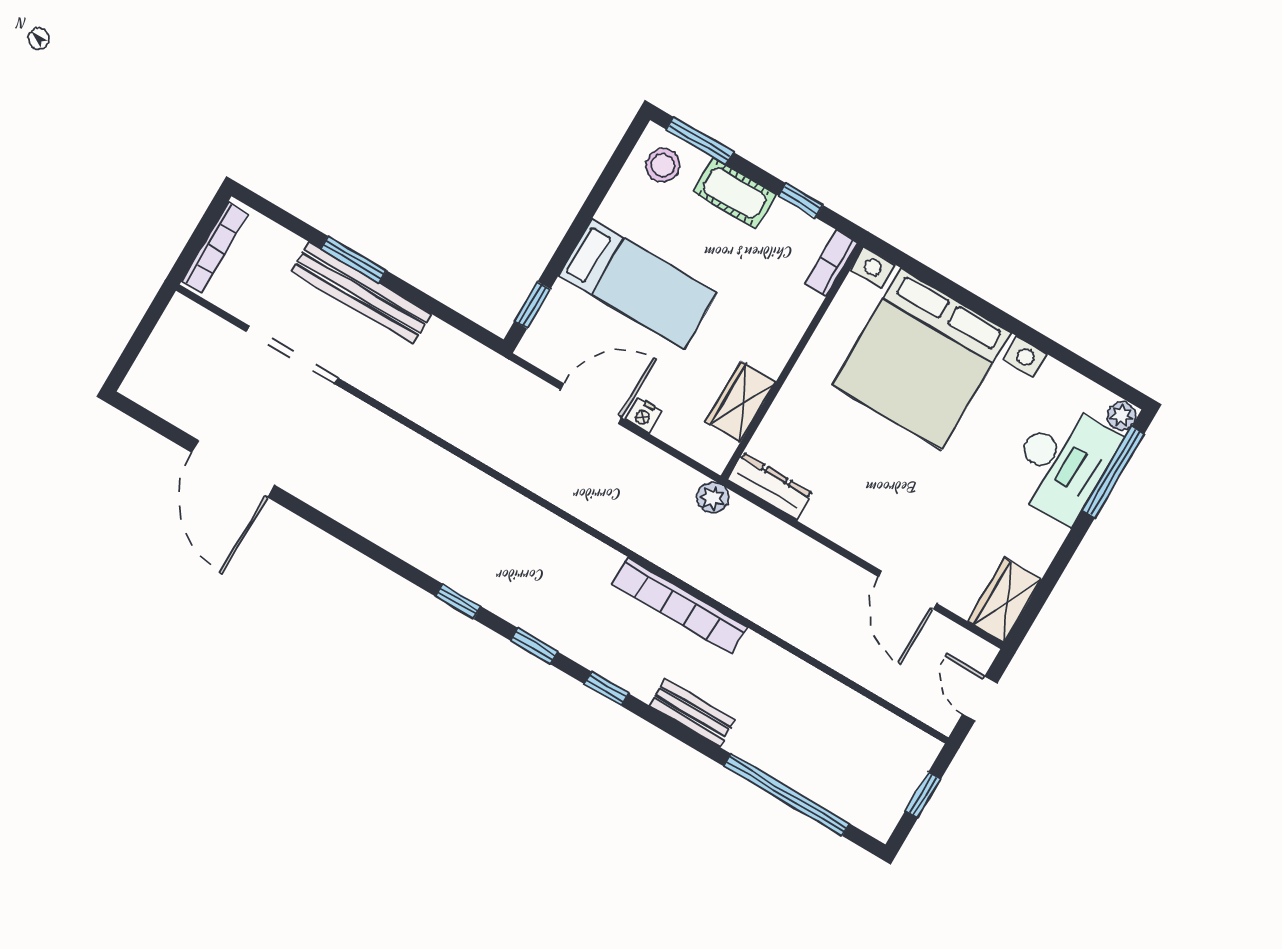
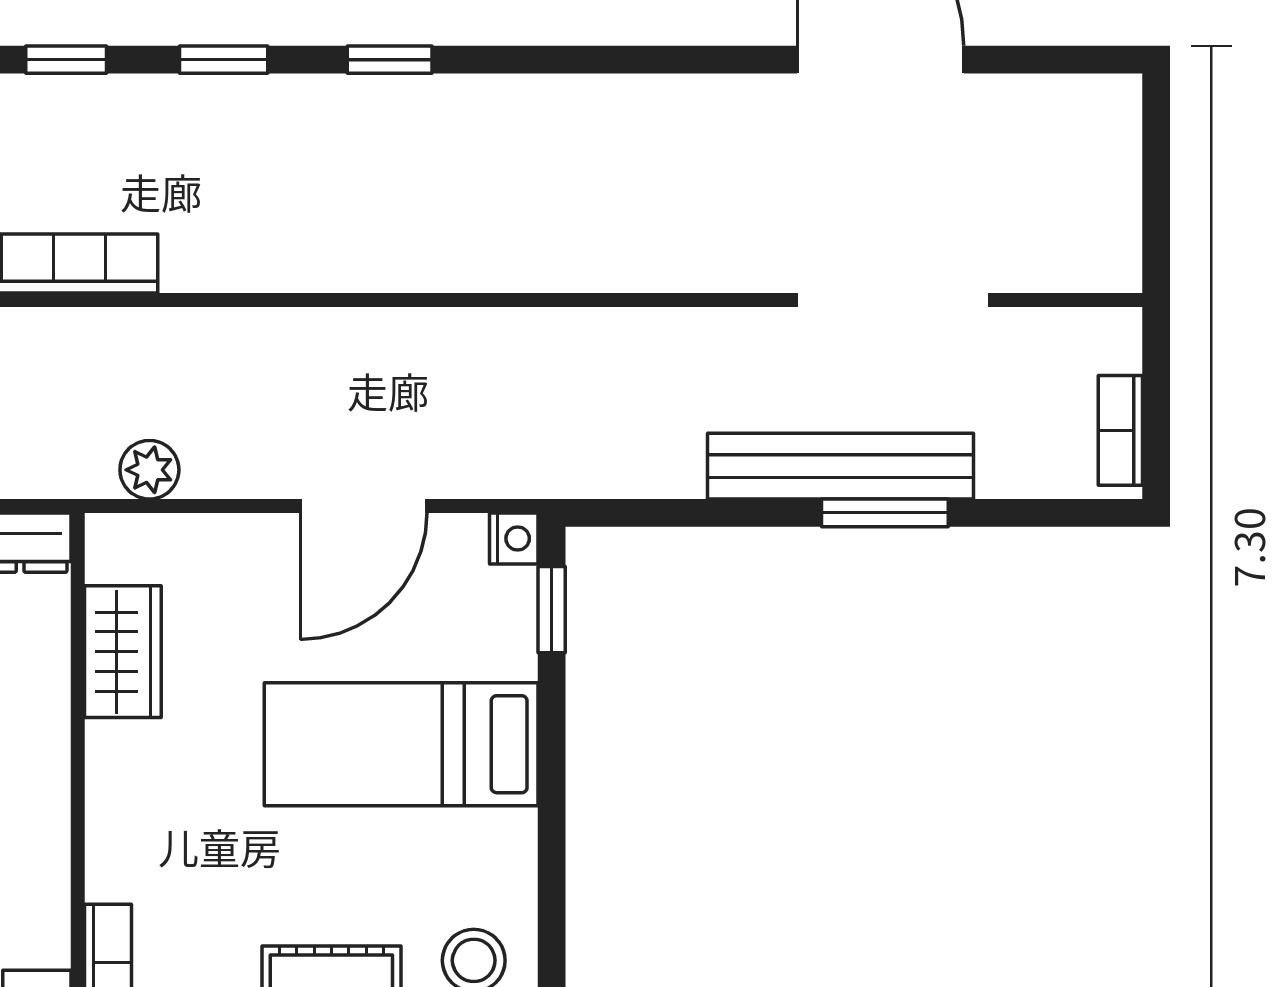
bookcase: (215, 248) -> (1120, 430), width x0.64
nightstand: (644, 415) -> (514, 539), moved, turned 90
plant: (712, 498) -> (149, 470), moved

